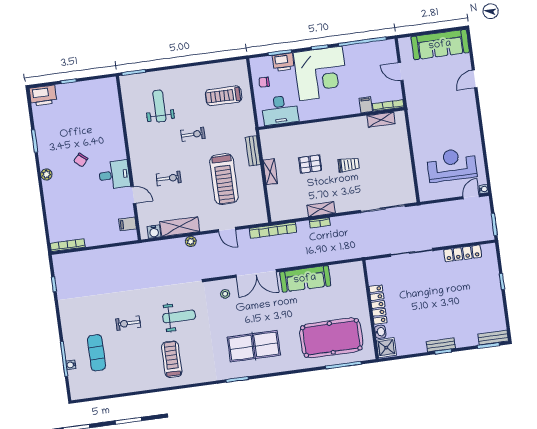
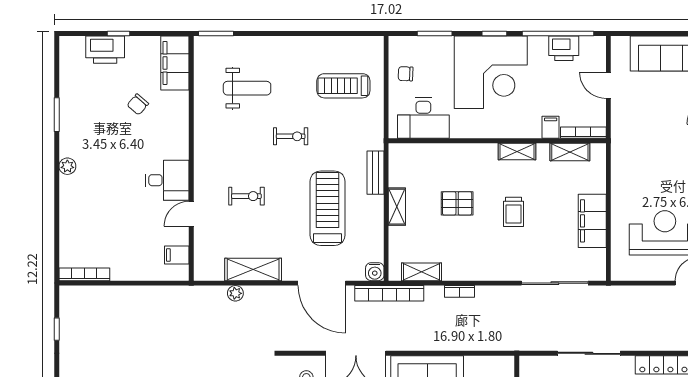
printer: (283, 62) -> (564, 48), moved
printer: (43, 96) -> (105, 50), moved
filing cabinet: (109, 96) -> (175, 63), added
weight bench: (159, 106) -> (247, 88), turned 90
shelving: (346, 124) -> (517, 152), added
chair: (81, 160) -> (138, 104), moved
filing cabinet: (402, 164) -> (592, 221), added
trolley: (349, 165) -> (513, 212), turned 90
treadmill: (224, 179) -> (327, 208), turned 180
door: (133, 195) -> (191, 214), swing flipped
shelving: (321, 209) -> (421, 272), moved
door: (227, 230) -> (322, 283), width x1.88
water cooler: (154, 232) -> (375, 272), moved
plant: (191, 241) -> (235, 293), moved

